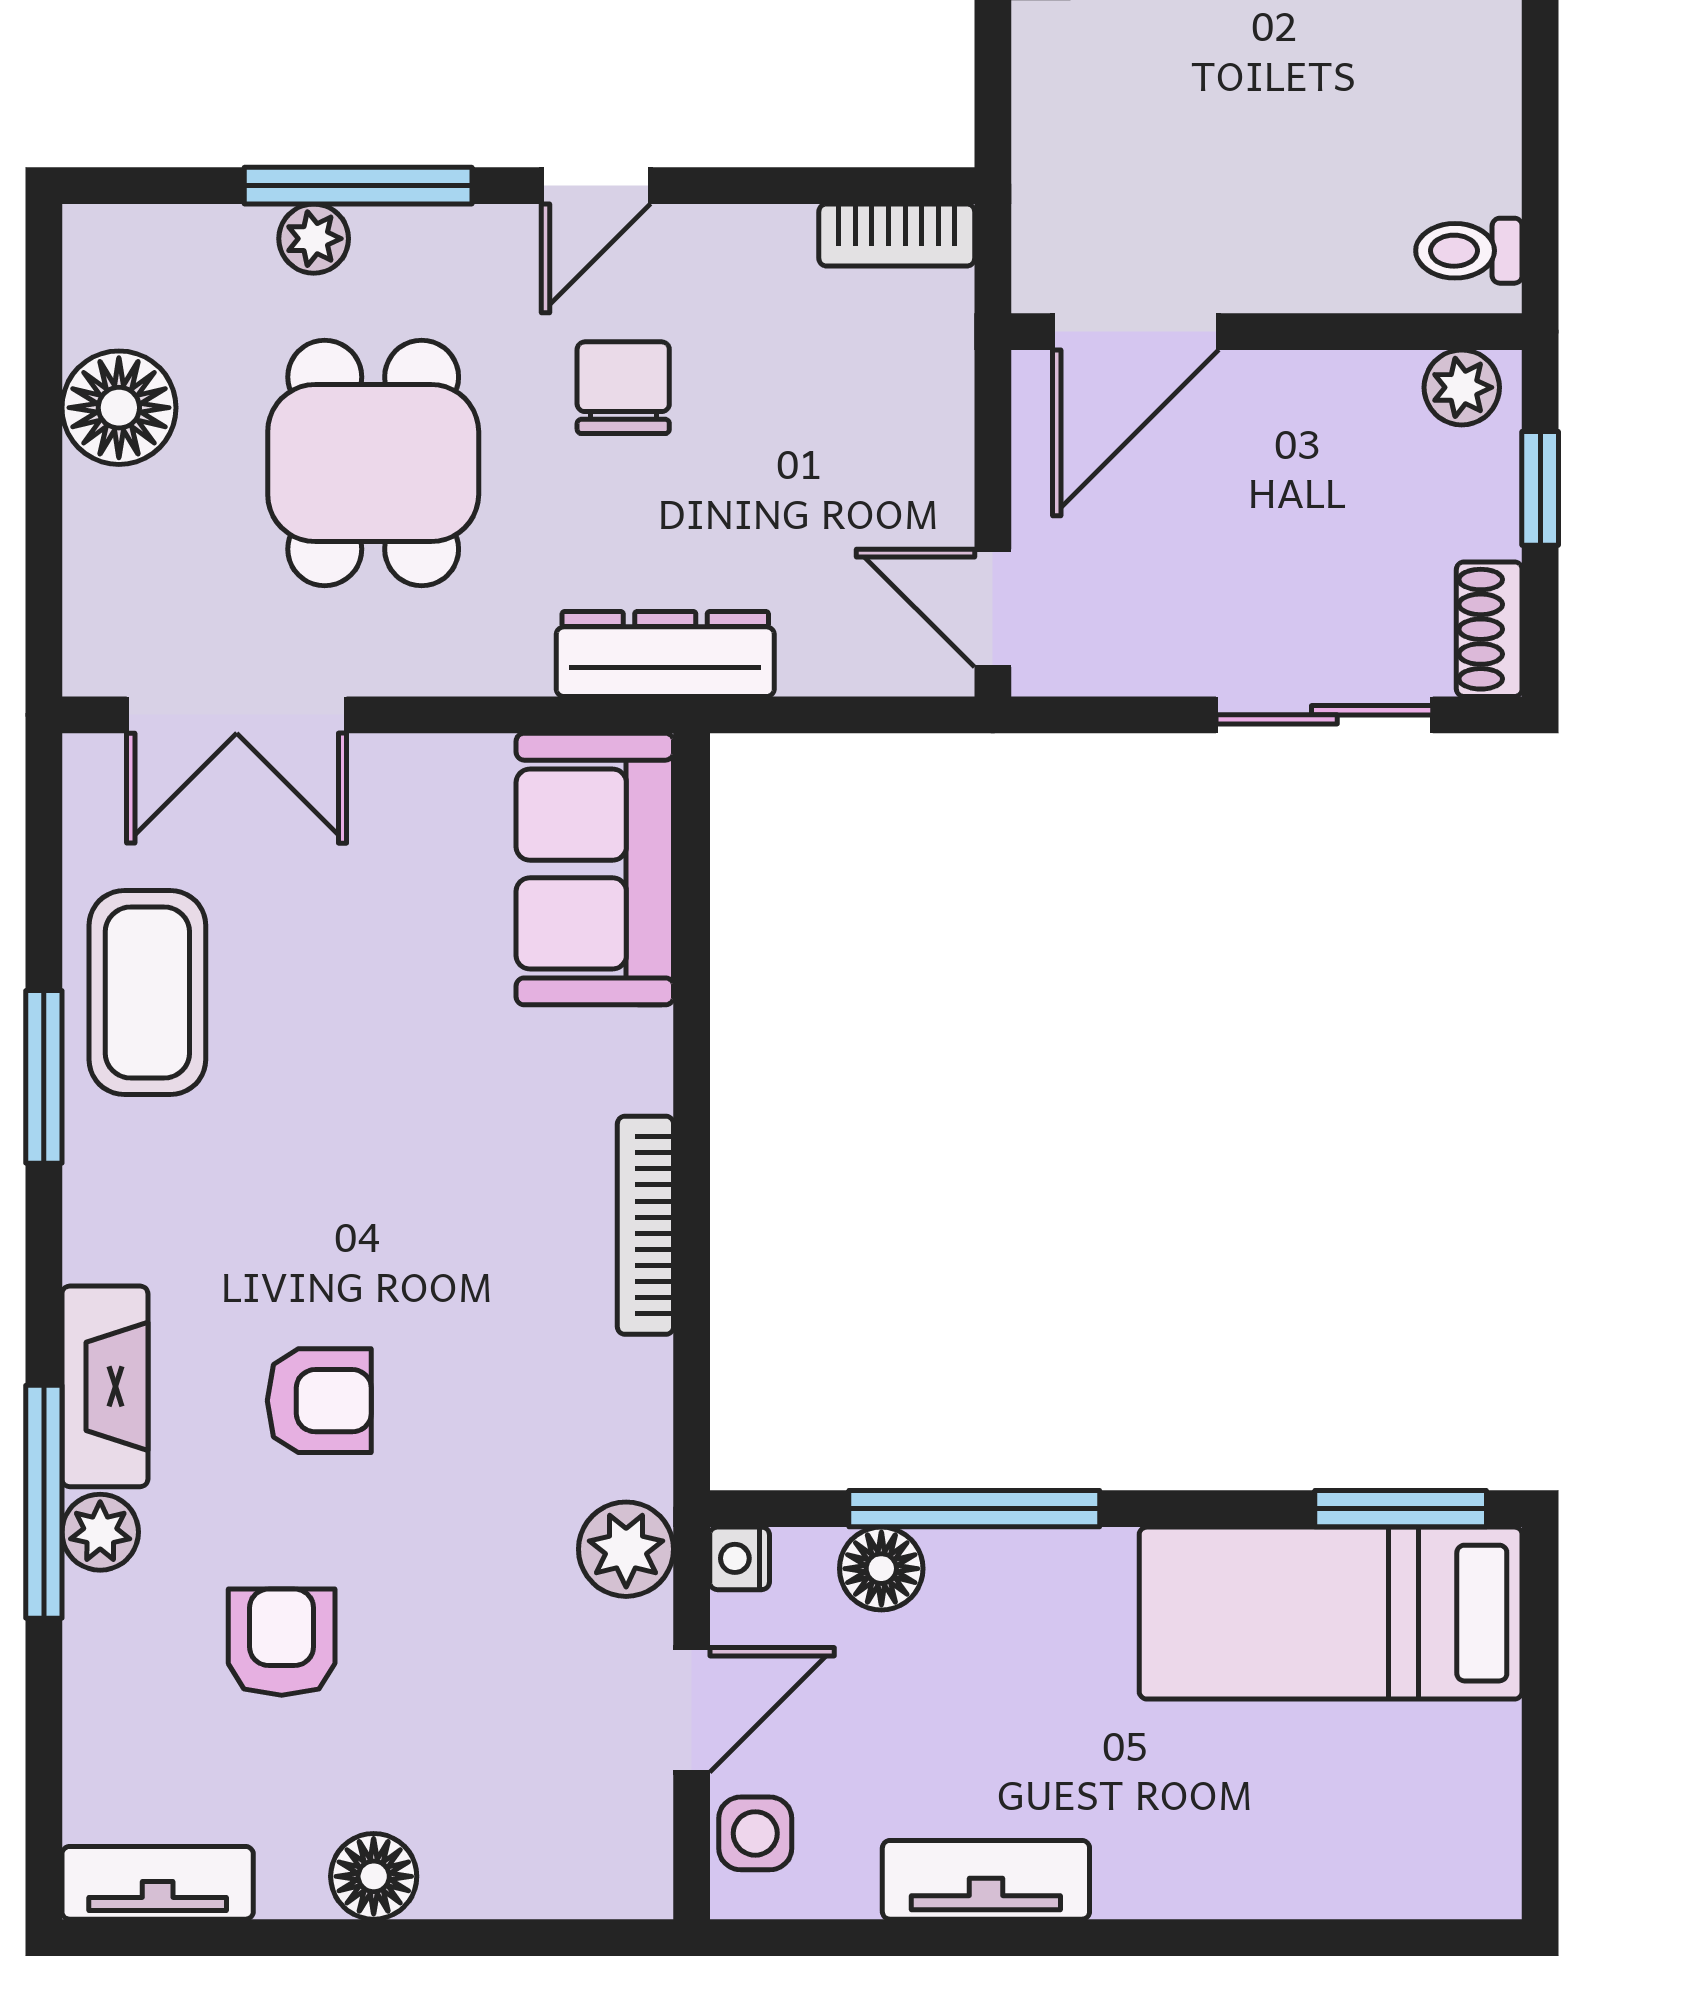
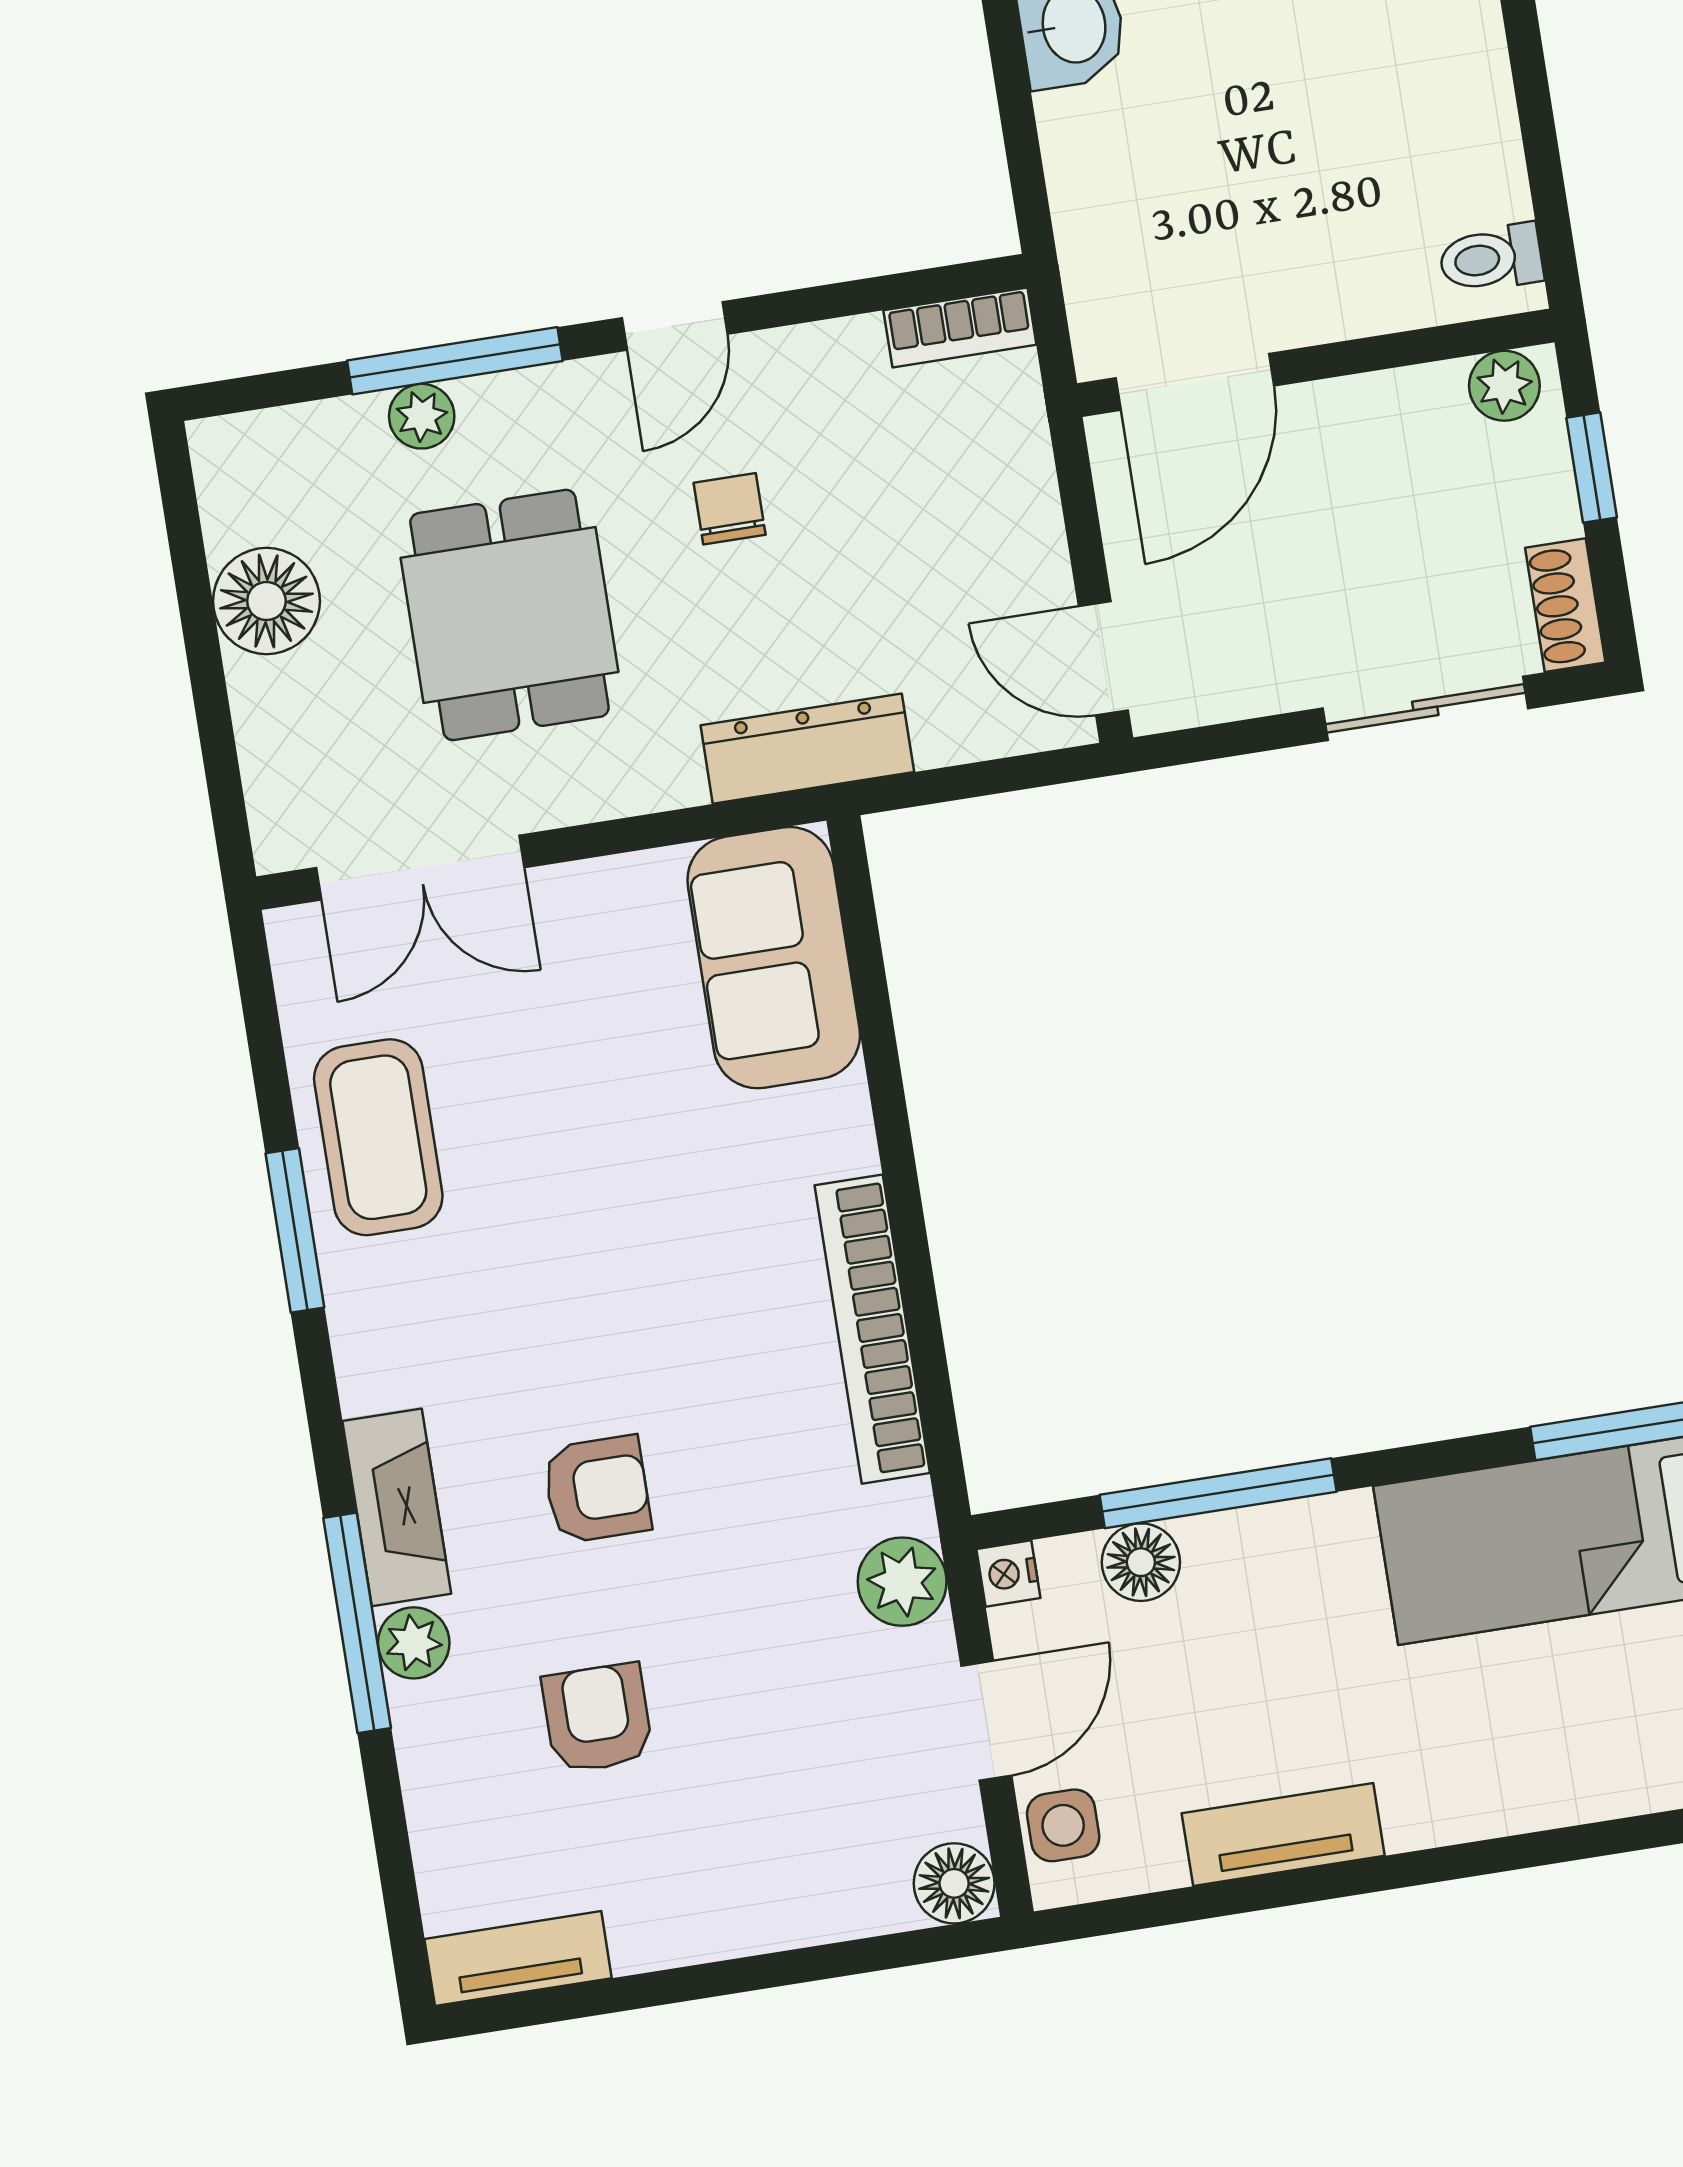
chair: (623, 388) -> (730, 509), width x0.73, depth x0.73
bookcase: (645, 1225) -> (872, 1329), width x1.48, depth x1.31
floor lamp: (374, 1876) -> (954, 1883), moved

